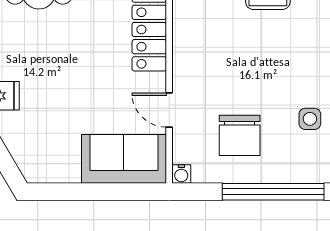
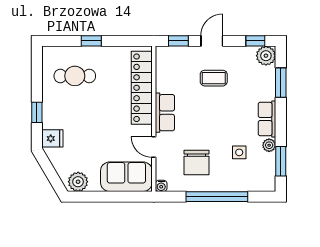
row of seats: (187, 53) -> (165, 113), added
plant: (44, 167) -> (78, 182), added

